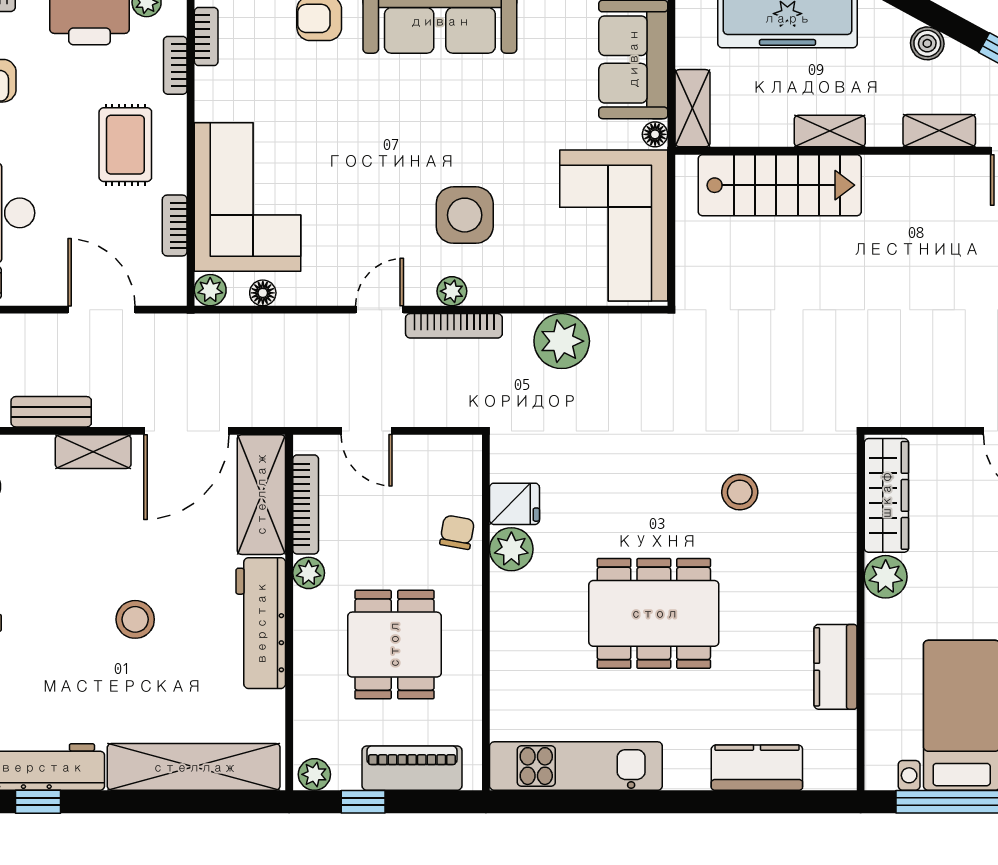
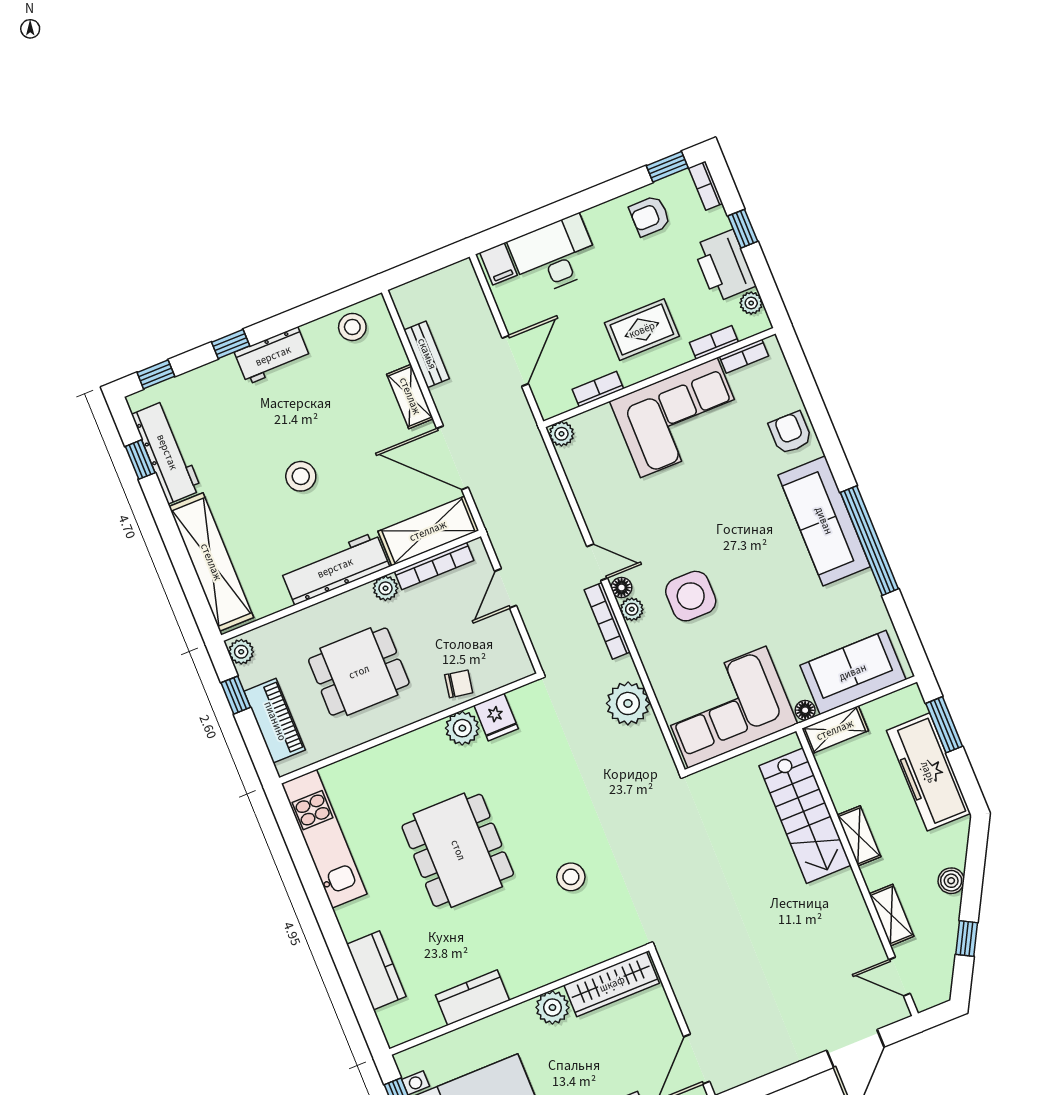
corner sofa: (248, 197) -> (679, 418), moved
floor lamp: (263, 293) -> (621, 587), moved

